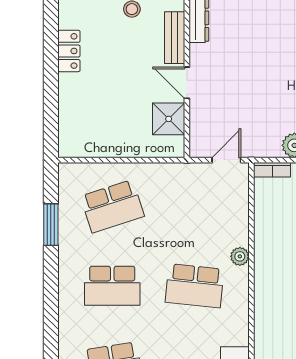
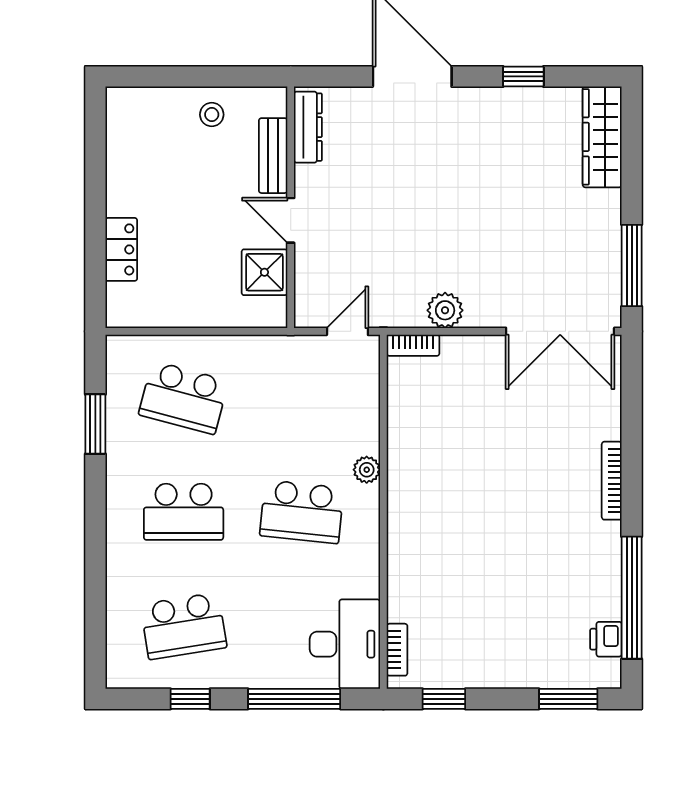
locker: (69, 51) -> (121, 249), moved
school desk: (112, 206) -> (184, 398), turned 33

